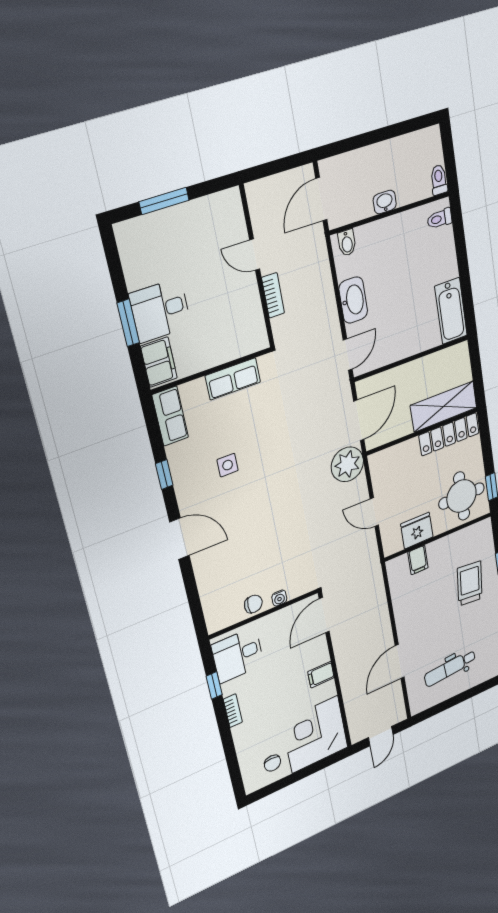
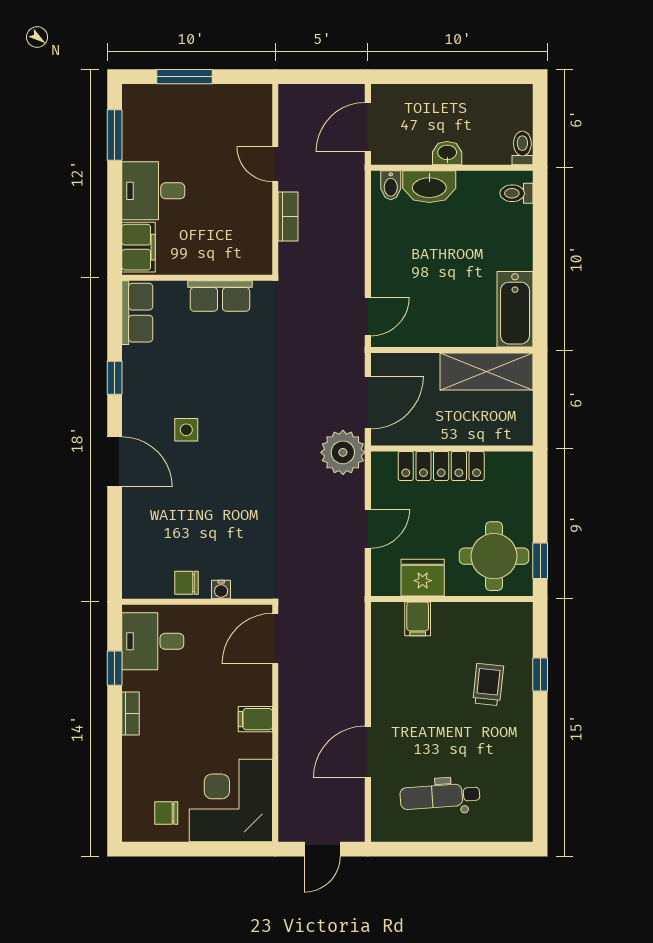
washbasin: (353, 300) -> (429, 187), moved, turned 90
window: (128, 323) -> (115, 135), moved
shelving: (444, 407) -> (486, 371), moved
locker: (449, 434) -> (441, 466), moved
side table: (228, 465) -> (186, 430), moved
door: (374, 512) -> (368, 529), swing flipped
trolley: (470, 583) -> (488, 685), width x0.73, depth x0.72
chair: (253, 604) -> (187, 583), turned 180
chair: (272, 763) -> (166, 813), turned 90

